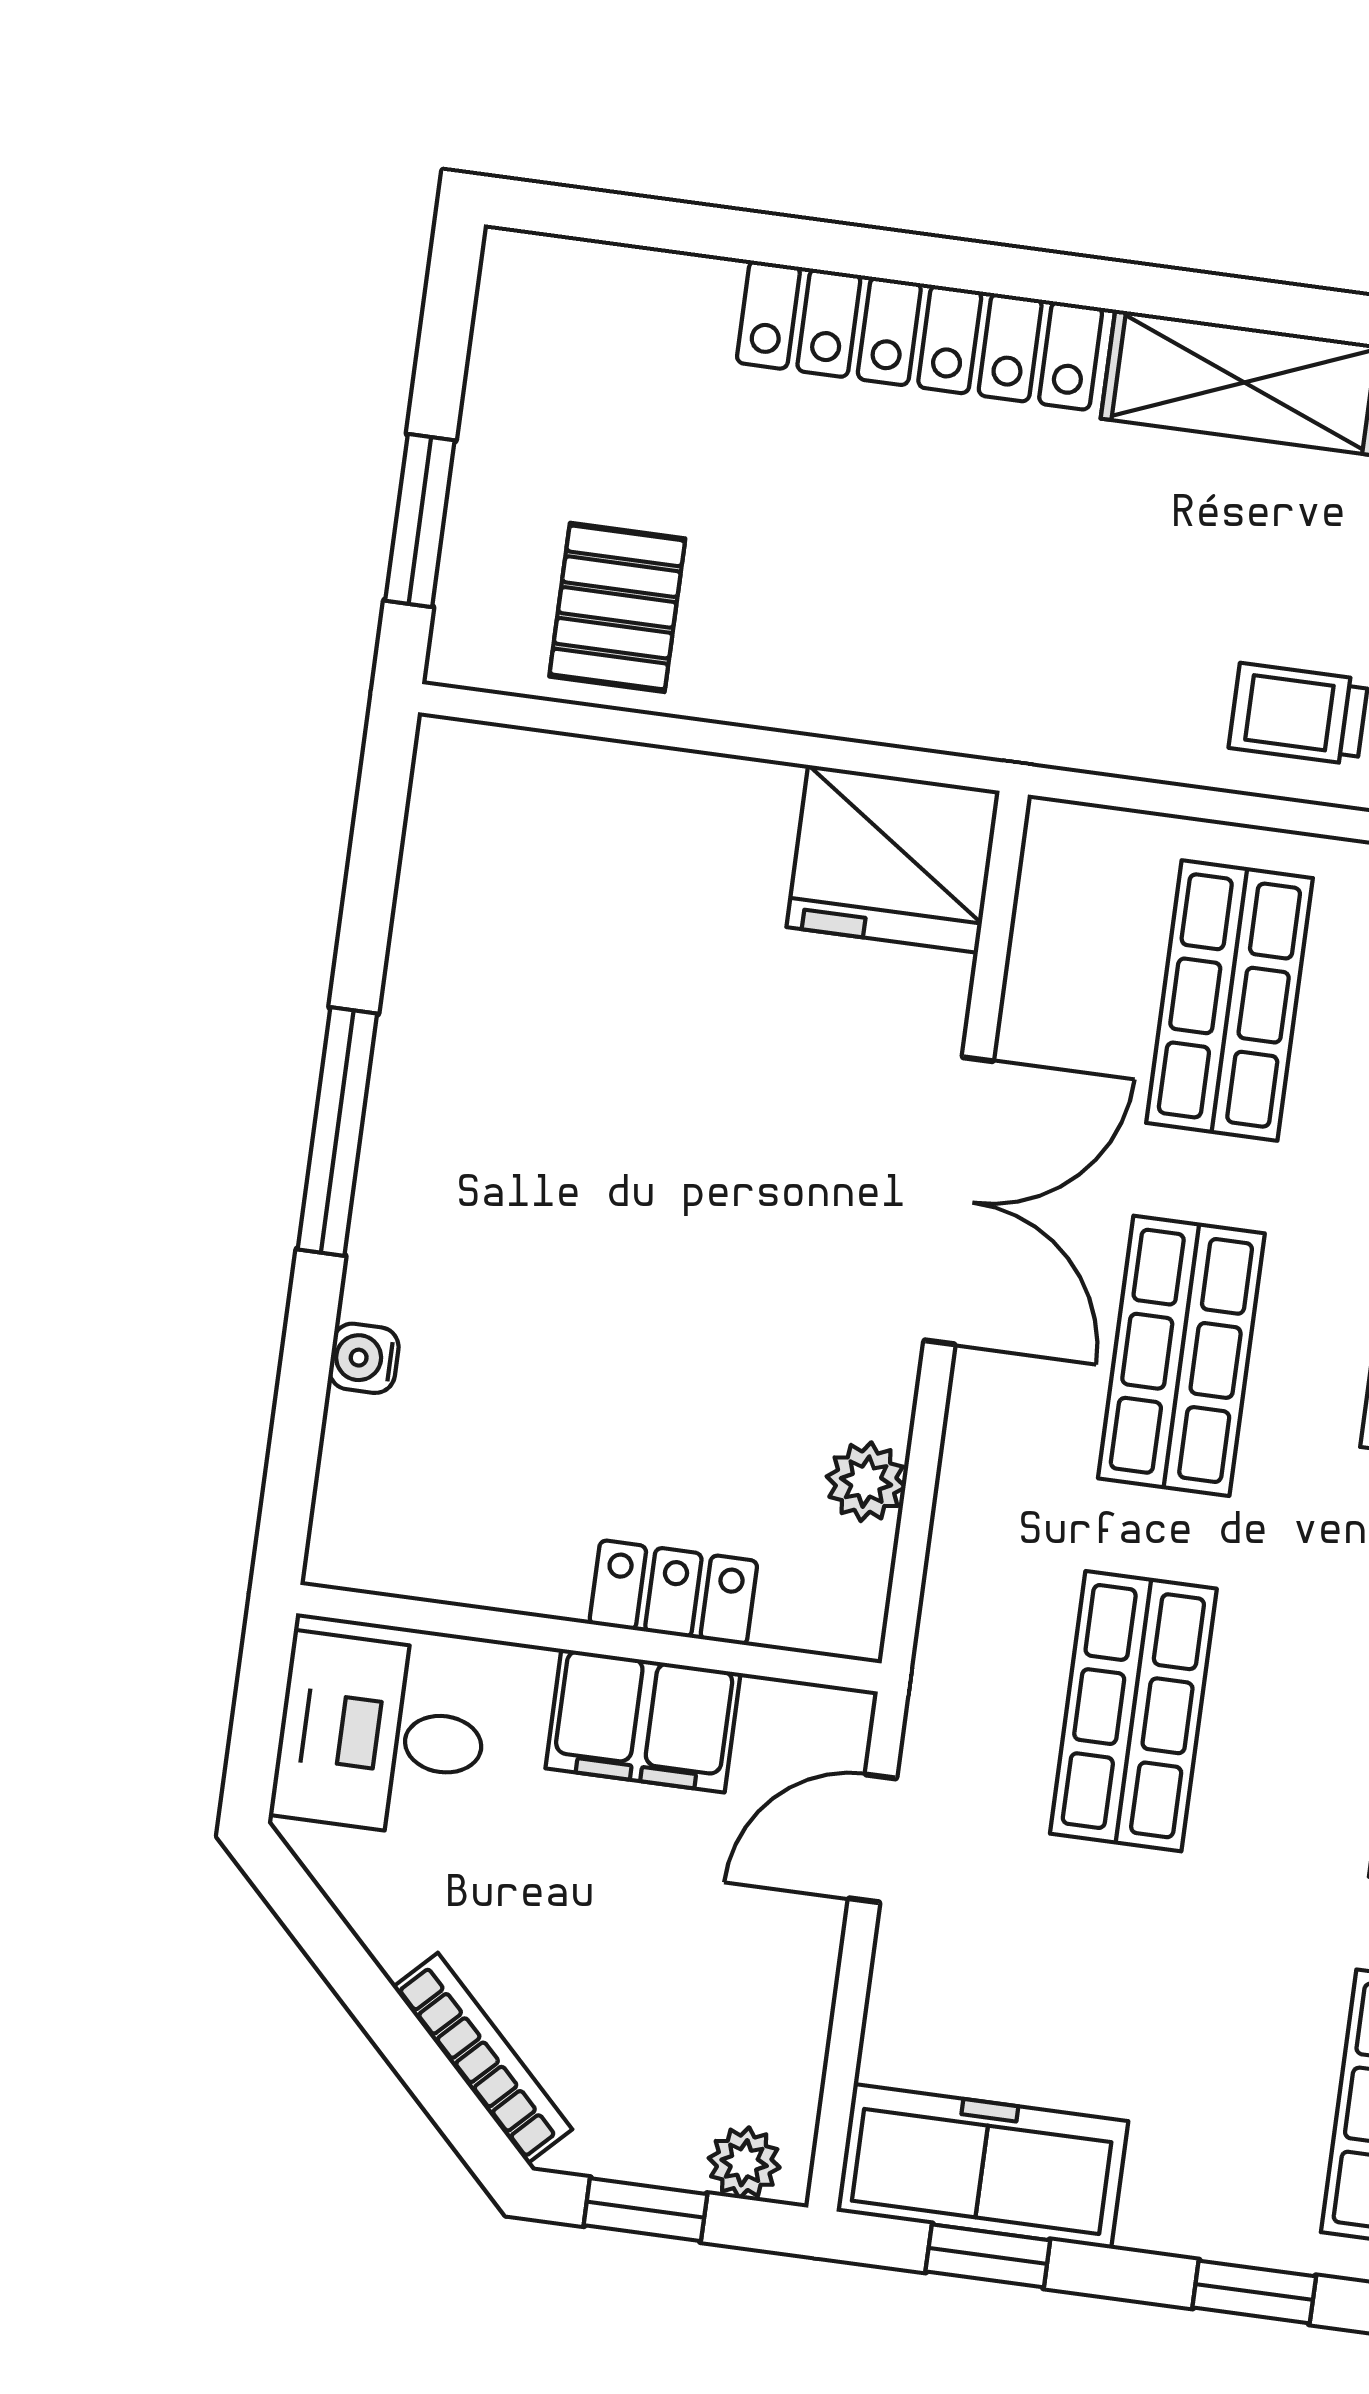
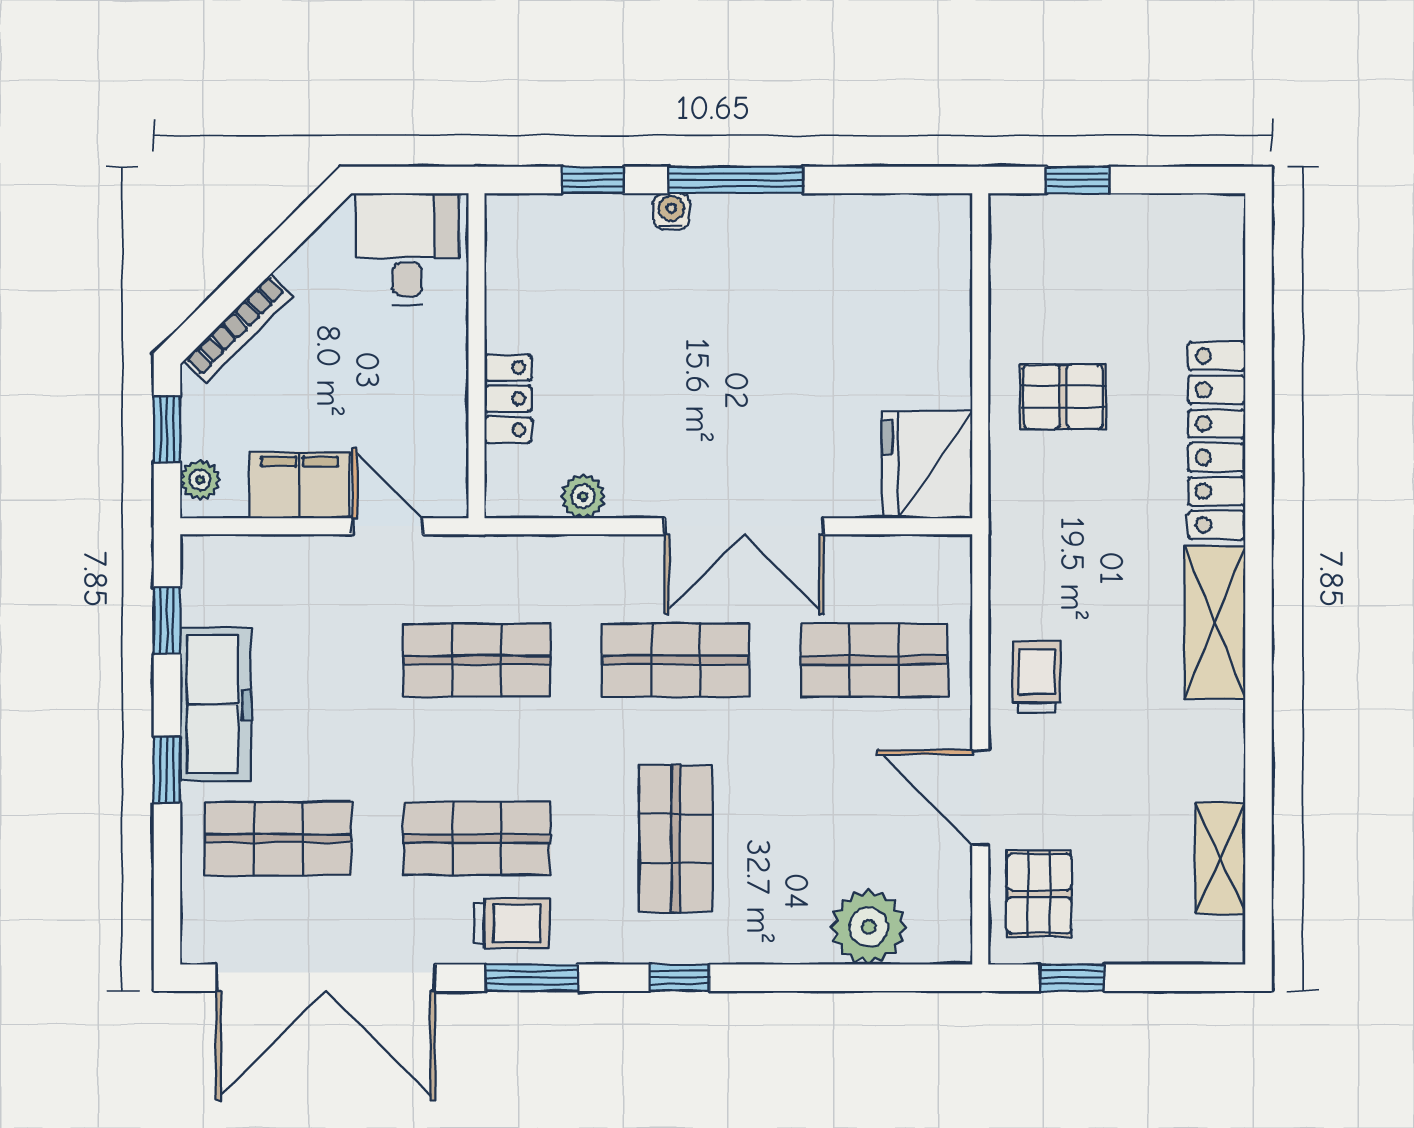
window: (420, 520) -> (1078, 180), width x0.67
pallet: (617, 607) -> (1063, 397), moved
water cooler: (364, 1358) -> (671, 211), moved
window: (303, 1388) -> (593, 180), added
filing cabinet: (643, 1721) -> (299, 485), moved, turned 90
freezer: (982, 2166) -> (216, 704), moved

